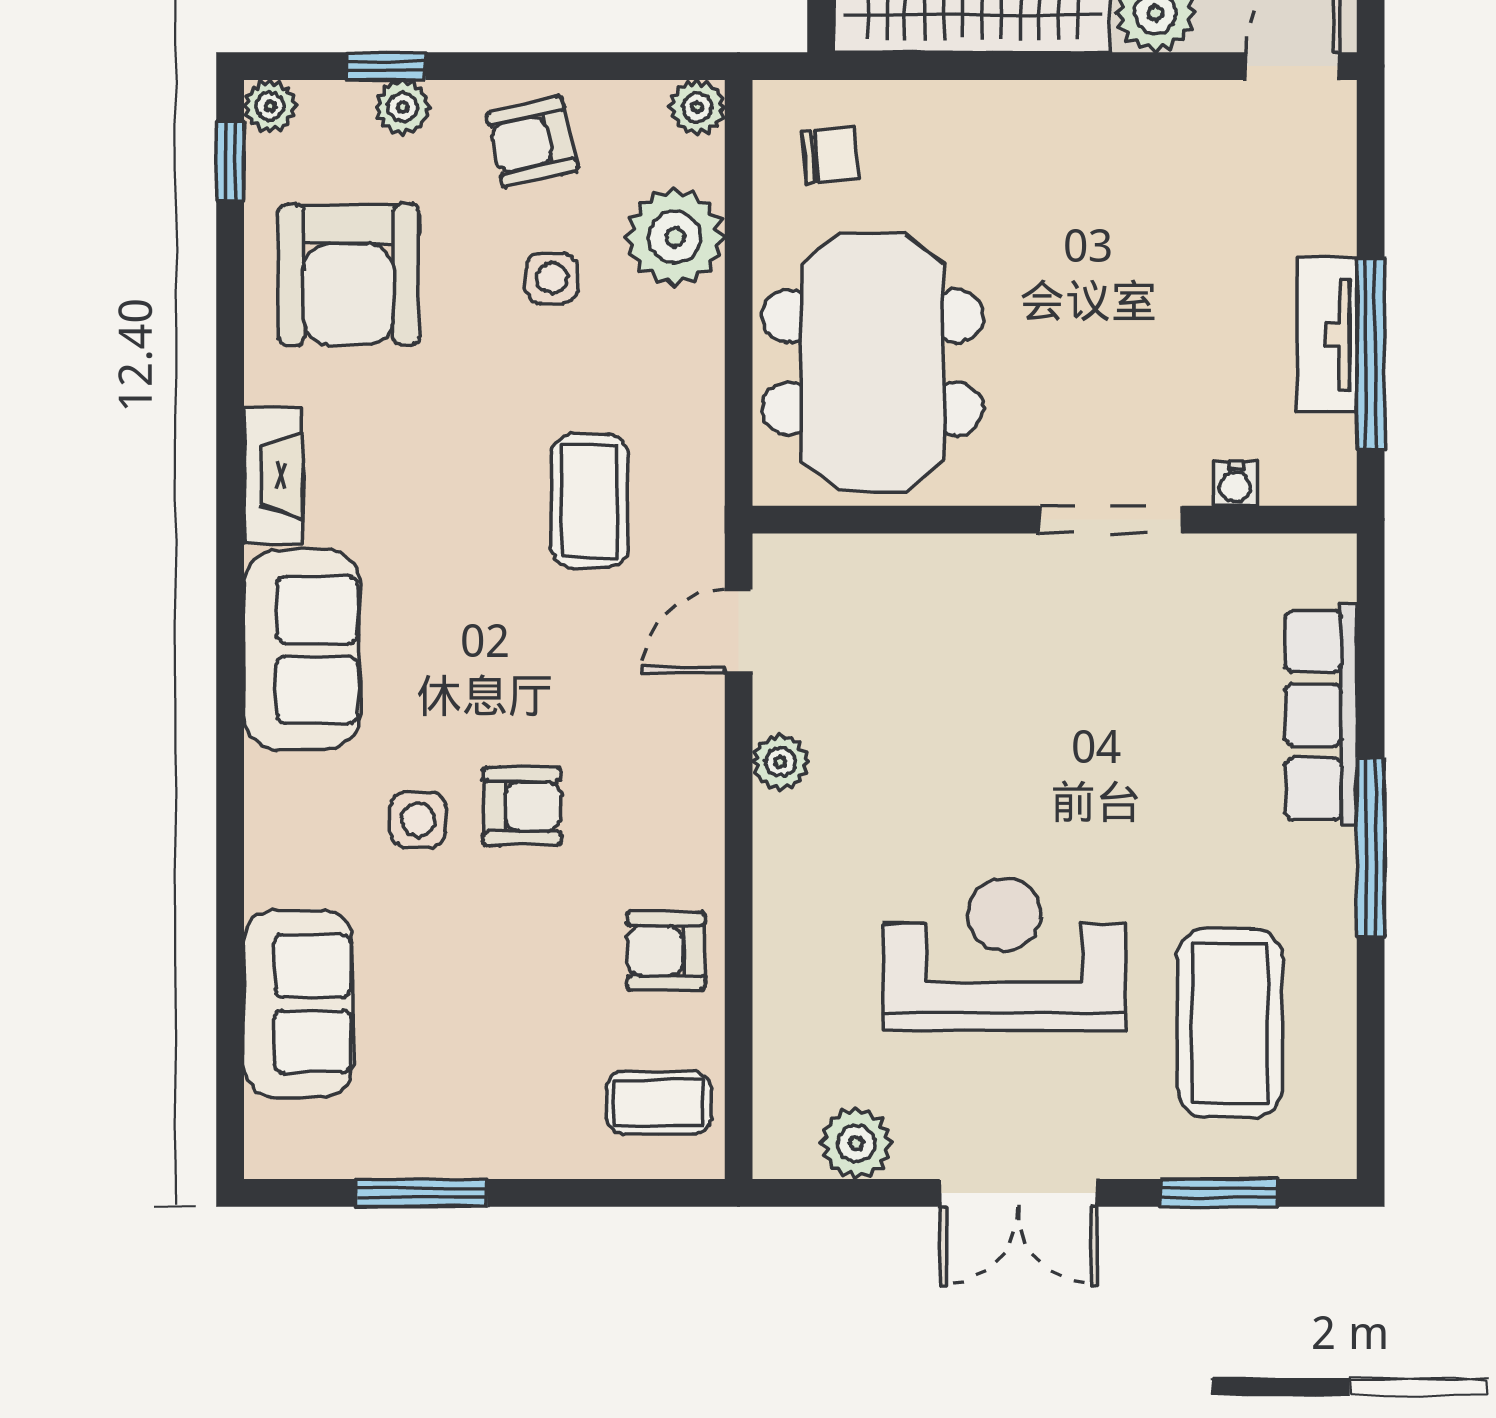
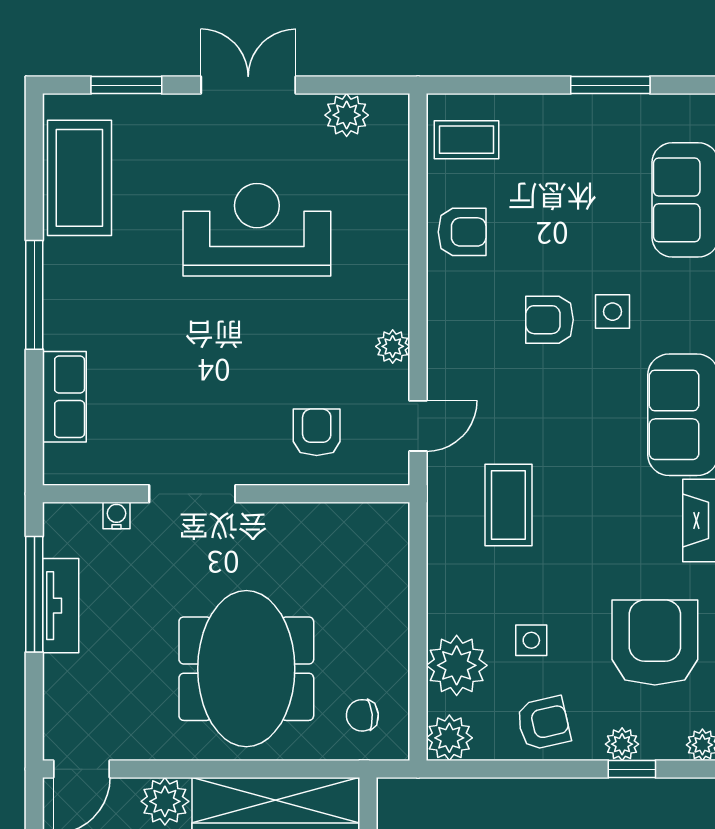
plant: (697, 107) -> (449, 738), width x1.38, depth x1.38
meeting table: (873, 362) -> (246, 669), moved
armchair: (905, 621) -> (317, 432), added
row of seats: (1321, 715) -> (64, 397), width x0.68
reception desk: (1004, 954) -> (257, 230), turned 180
coffee table: (1230, 1023) -> (79, 178), moved

